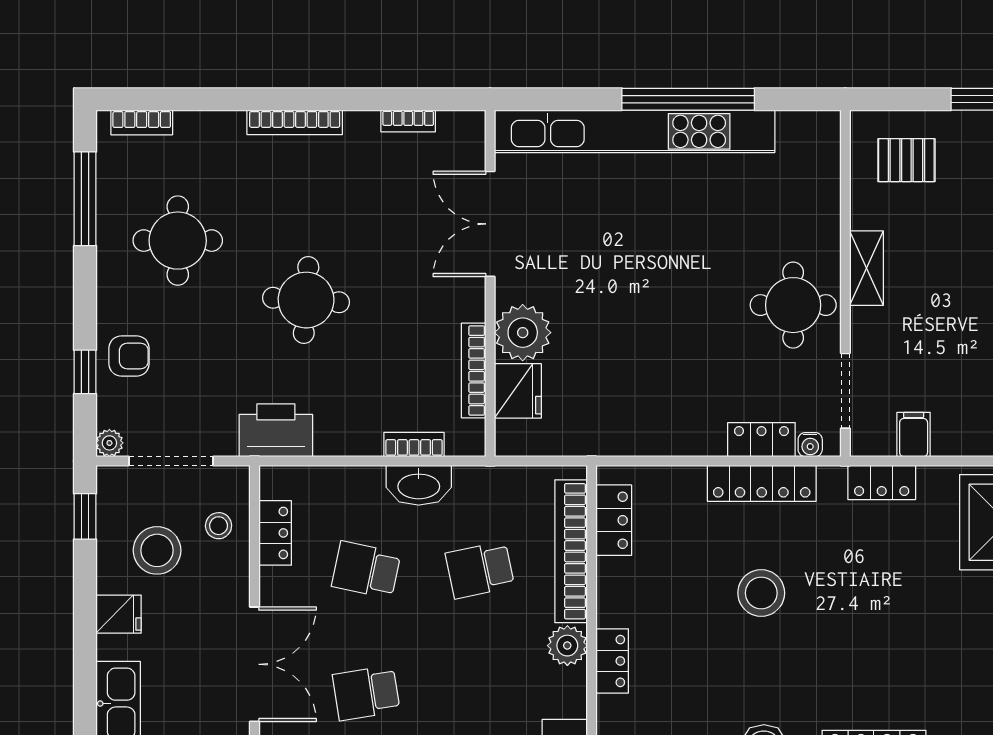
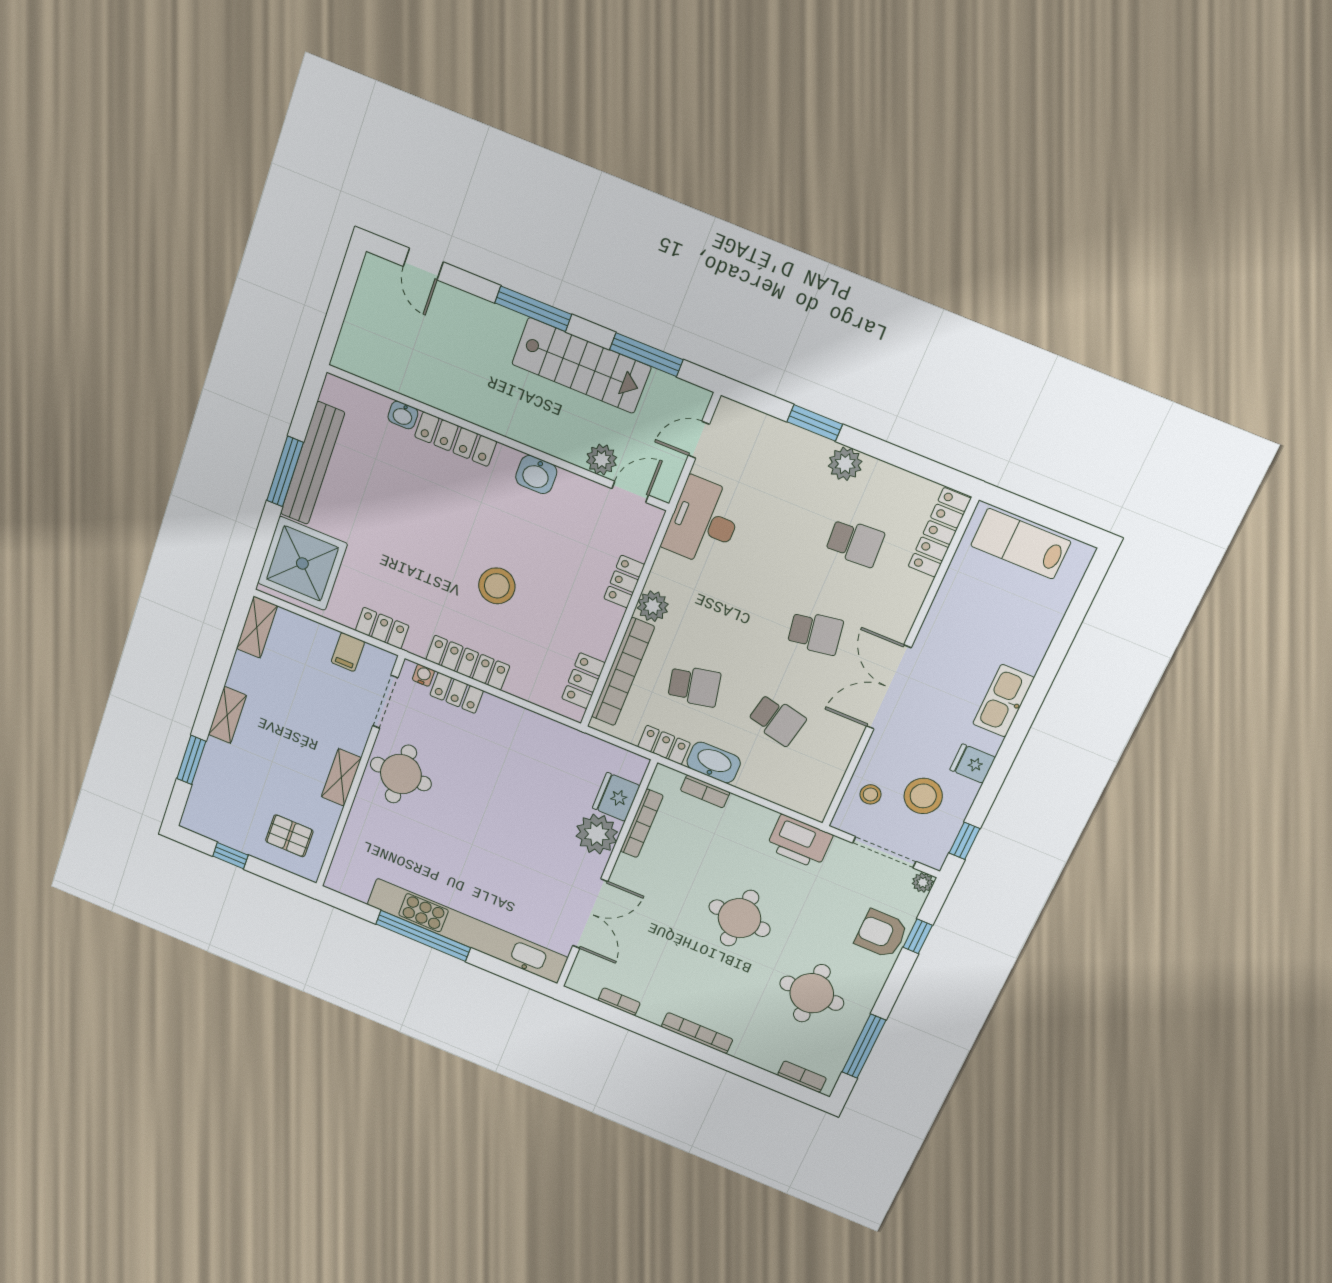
armchair: (129, 356) -> (881, 934), width x1.38, depth x1.38
locker: (275, 533) -> (664, 745), moved, turned 90

